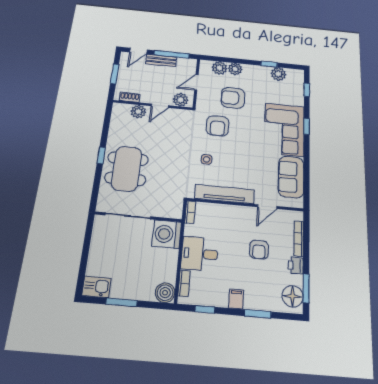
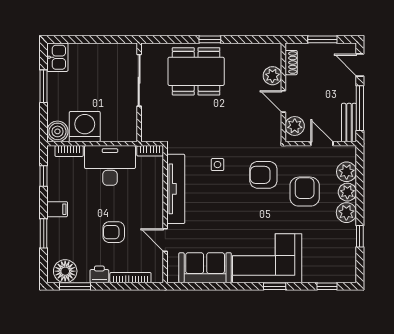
bench: (161, 60) -> (349, 123), moved
plant: (278, 74) -> (346, 213), moved
washing machine: (167, 234) -> (85, 127), moved
desk: (200, 254) -> (110, 165), width x1.37

